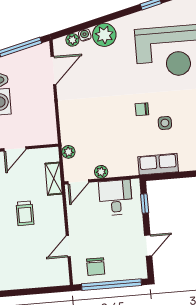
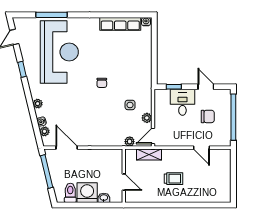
plant: (104, 35) -> (38, 104), width x0.53, depth x0.53
side table: (165, 123) -> (130, 105), moved
row of seats: (158, 164) -> (145, 74), removed
door: (78, 182) -> (153, 136), swing flipped
desk: (116, 198) -> (182, 102), moved, turned 90
chair: (96, 267) -> (208, 116), moved

